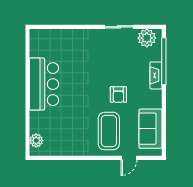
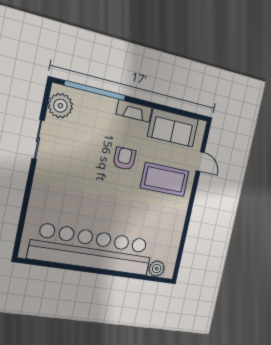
fireplace: (156, 75) -> (134, 111), moved
bar counter: (44, 84) -> (92, 249), width x1.86
armchair: (118, 95) -> (124, 159), turned -90

